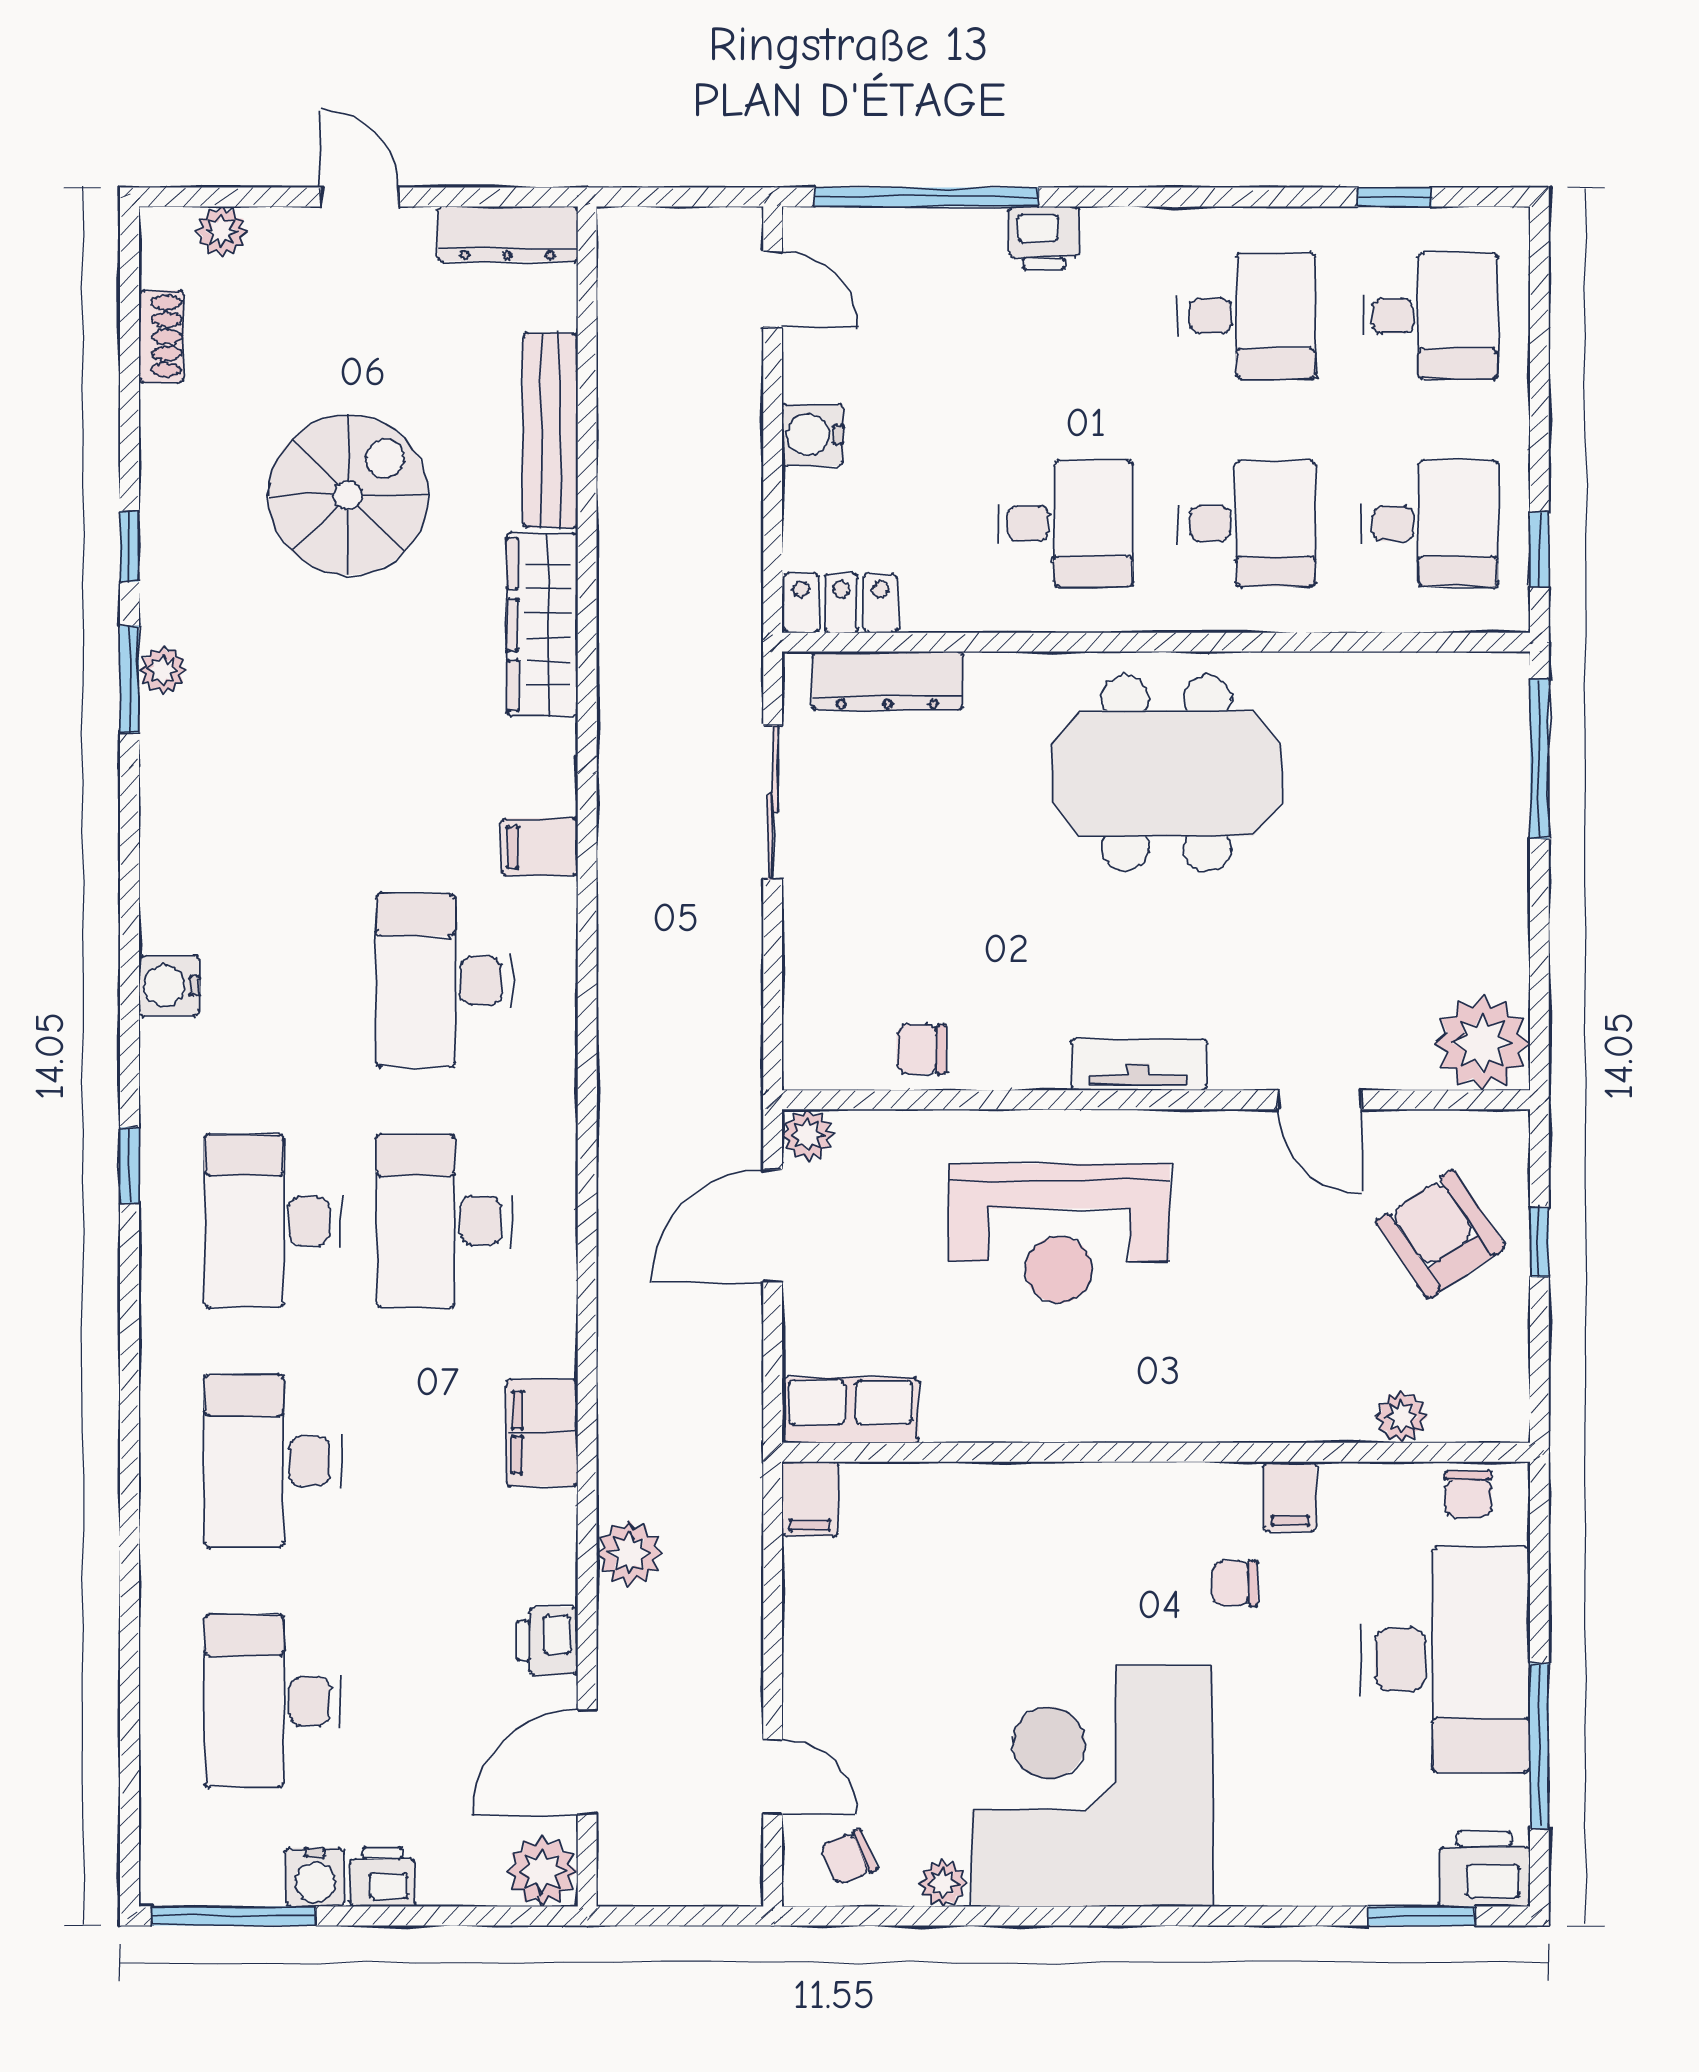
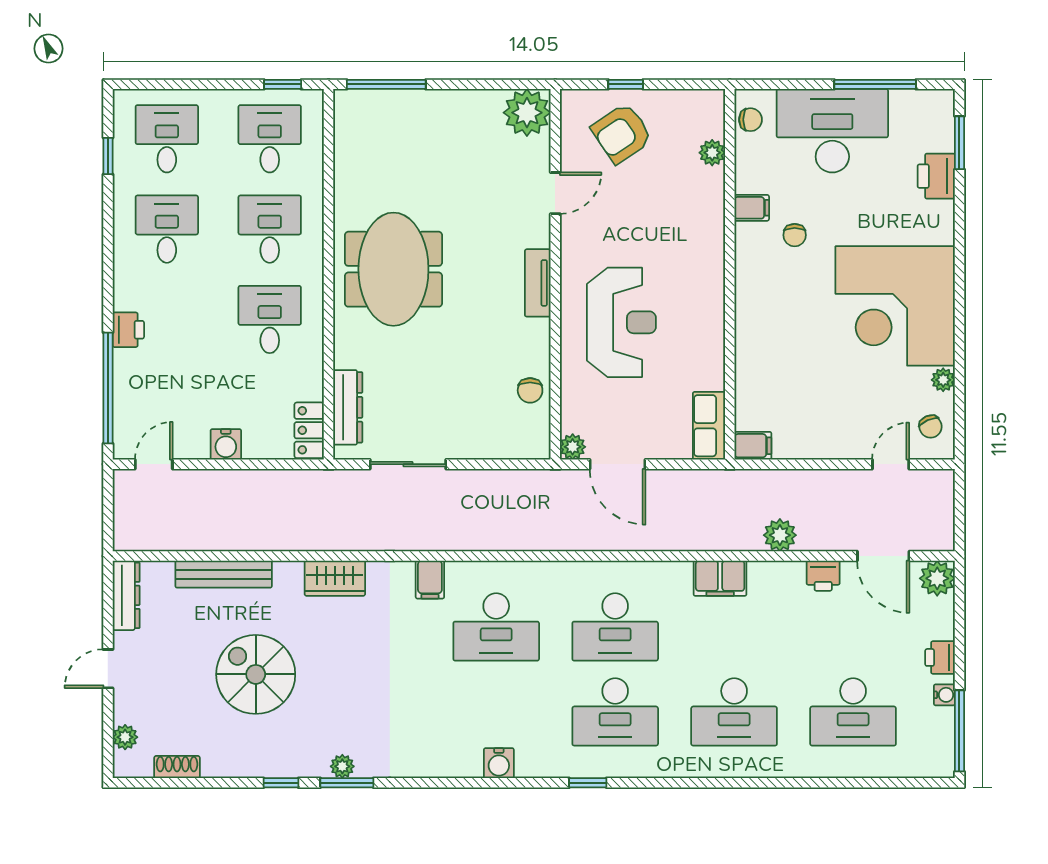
wardrobe: (542, 625) -> (335, 578), width x0.67
printer: (1485, 1869) -> (936, 176), moved
water cooler: (315, 1877) -> (944, 695), width x0.72, depth x0.72

